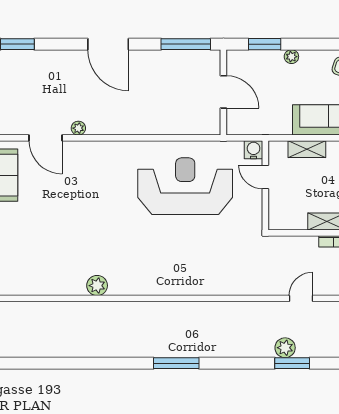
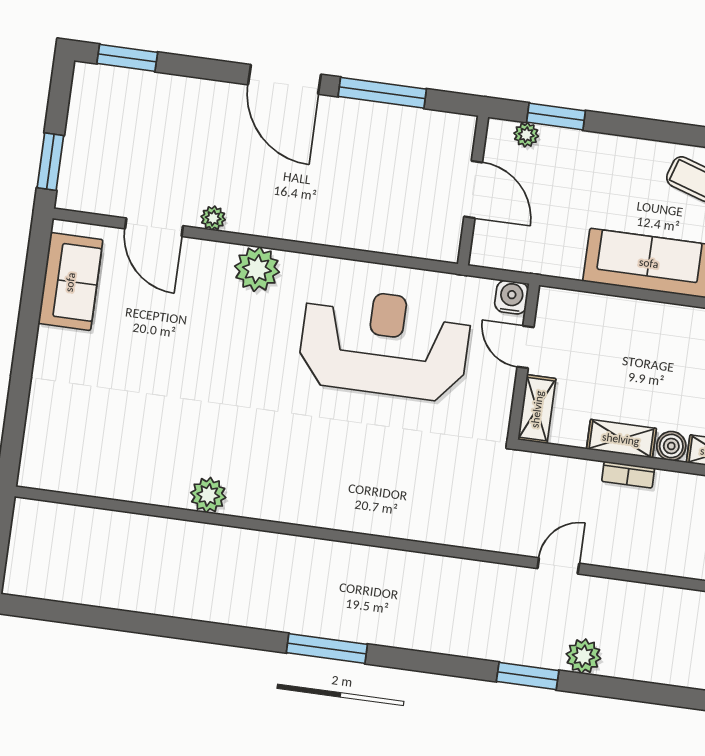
window: (186, 44) -> (382, 93), moved
plant: (291, 57) -> (526, 135), moved
shelving: (307, 149) -> (537, 409), moved, turned 90
plant: (107, 154) -> (257, 269), added
plant: (285, 348) -> (583, 656), moved

